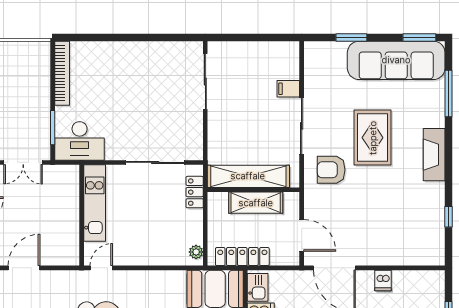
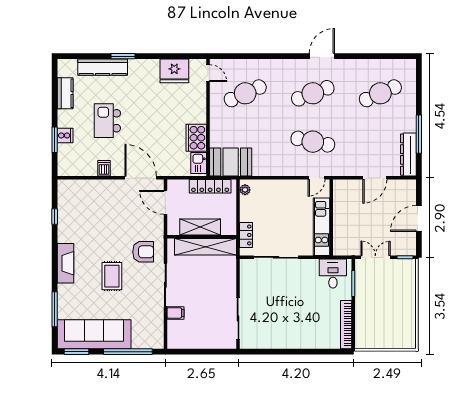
window: (351, 37) -> (128, 352), width x2.11
rug: (373, 138) -> (112, 276), width x0.73, depth x0.70
desk: (80, 141) -> (333, 274), width x0.73

